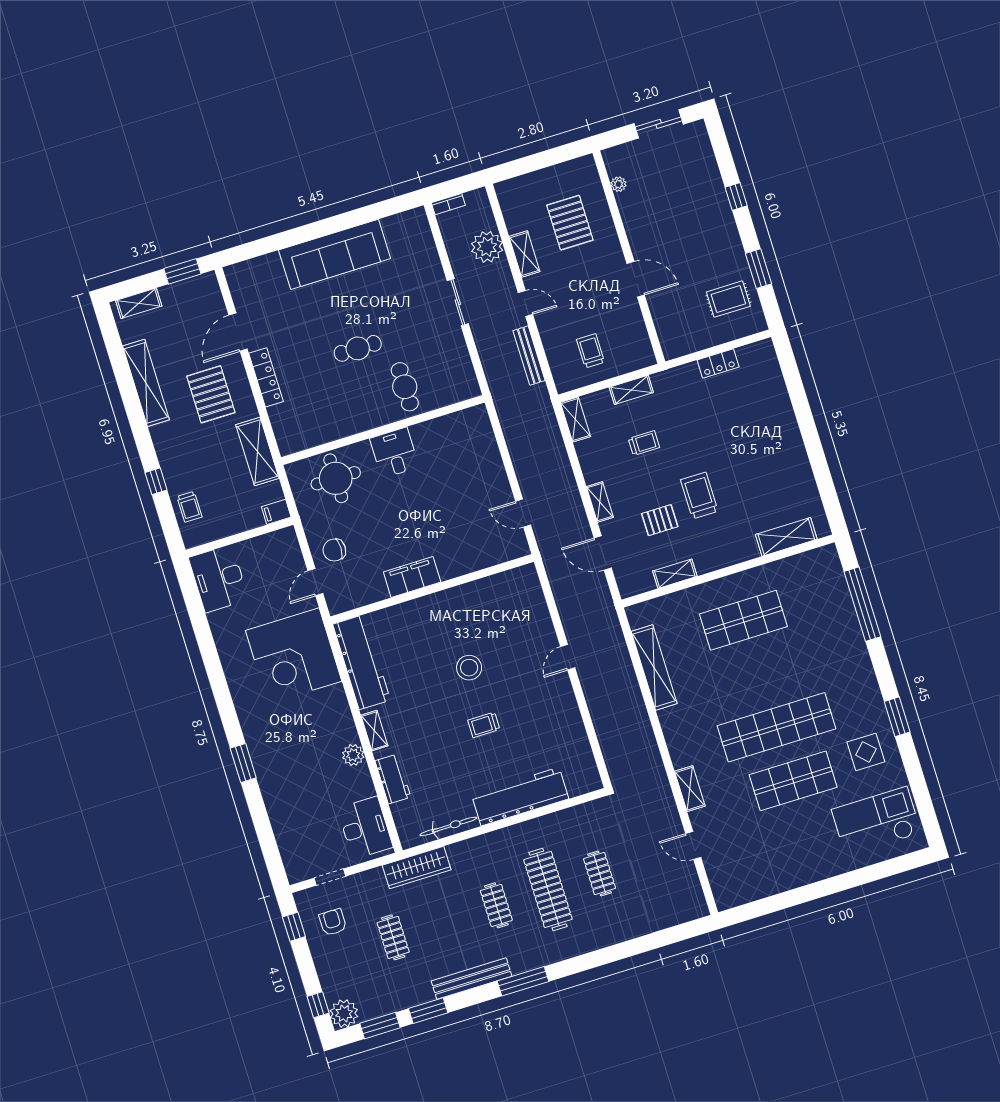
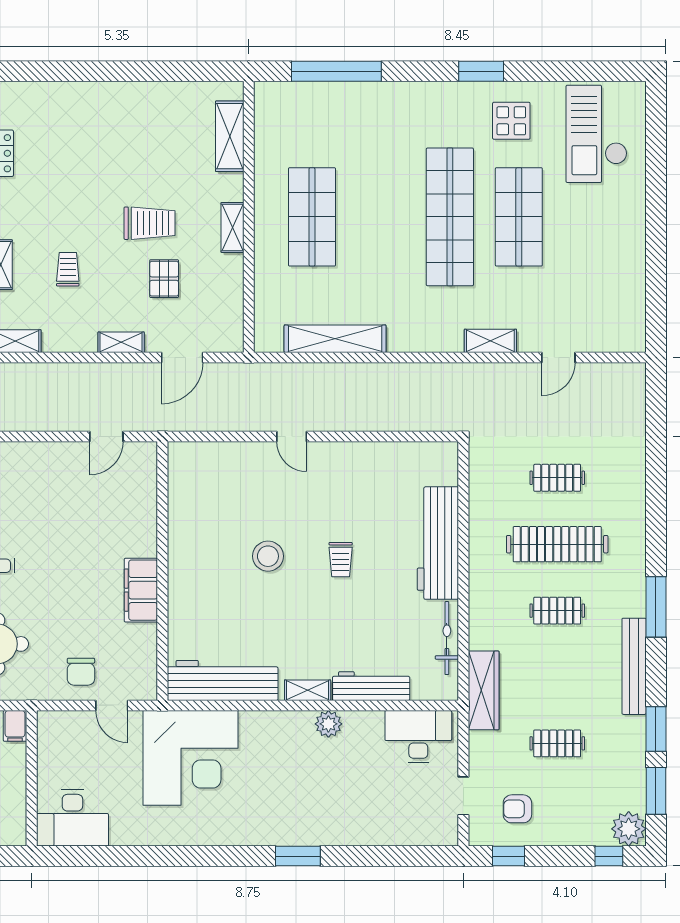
trolley: (699, 495) -> (150, 223), turned 180
shelving: (675, 574) -> (233, 227), moved
workbench: (393, 779) -> (371, 686), width x1.38

